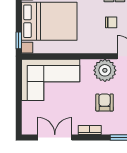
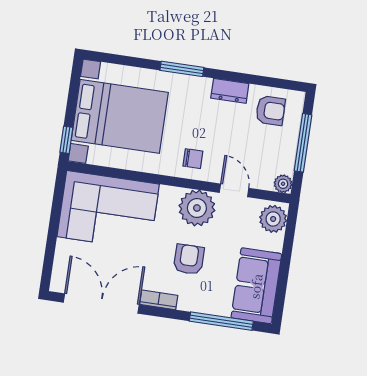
chair: (111, 22) -> (193, 159), moved
double door: (55, 137) -> (101, 303), width x1.37

